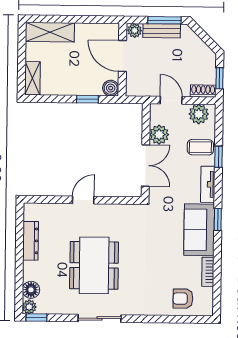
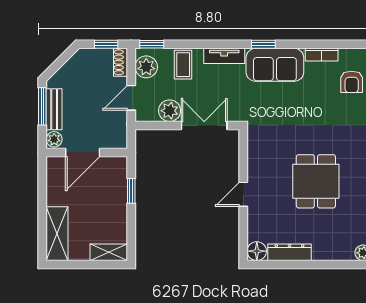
boiler: (111, 88) -> (119, 165), removed
window: (219, 157) -> (152, 44), moved
door: (83, 200) -> (243, 194), hinge flipped
dining table: (94, 265) -> (316, 181), width x0.73
floor lamp: (31, 290) -> (257, 251), moved

